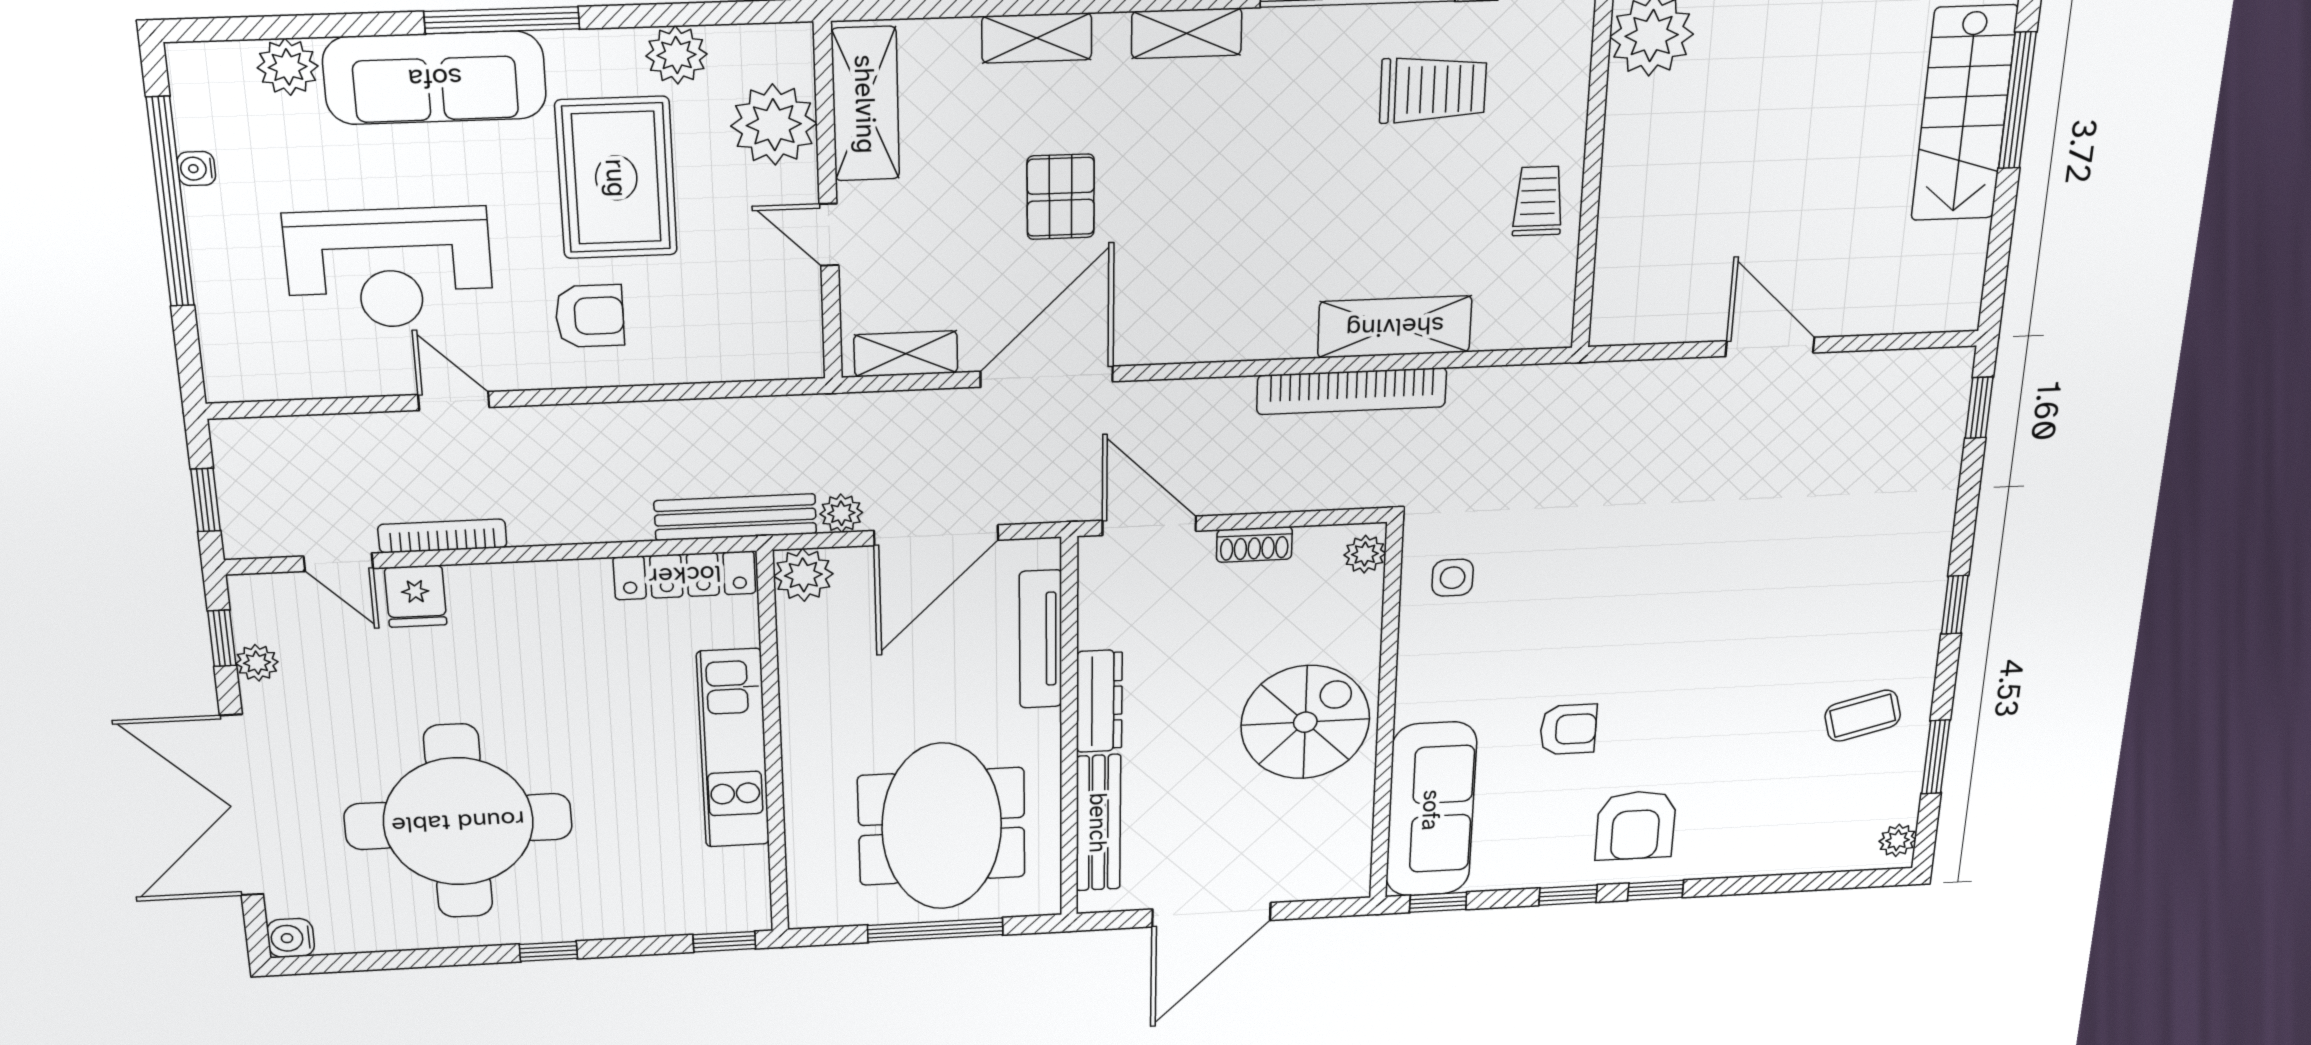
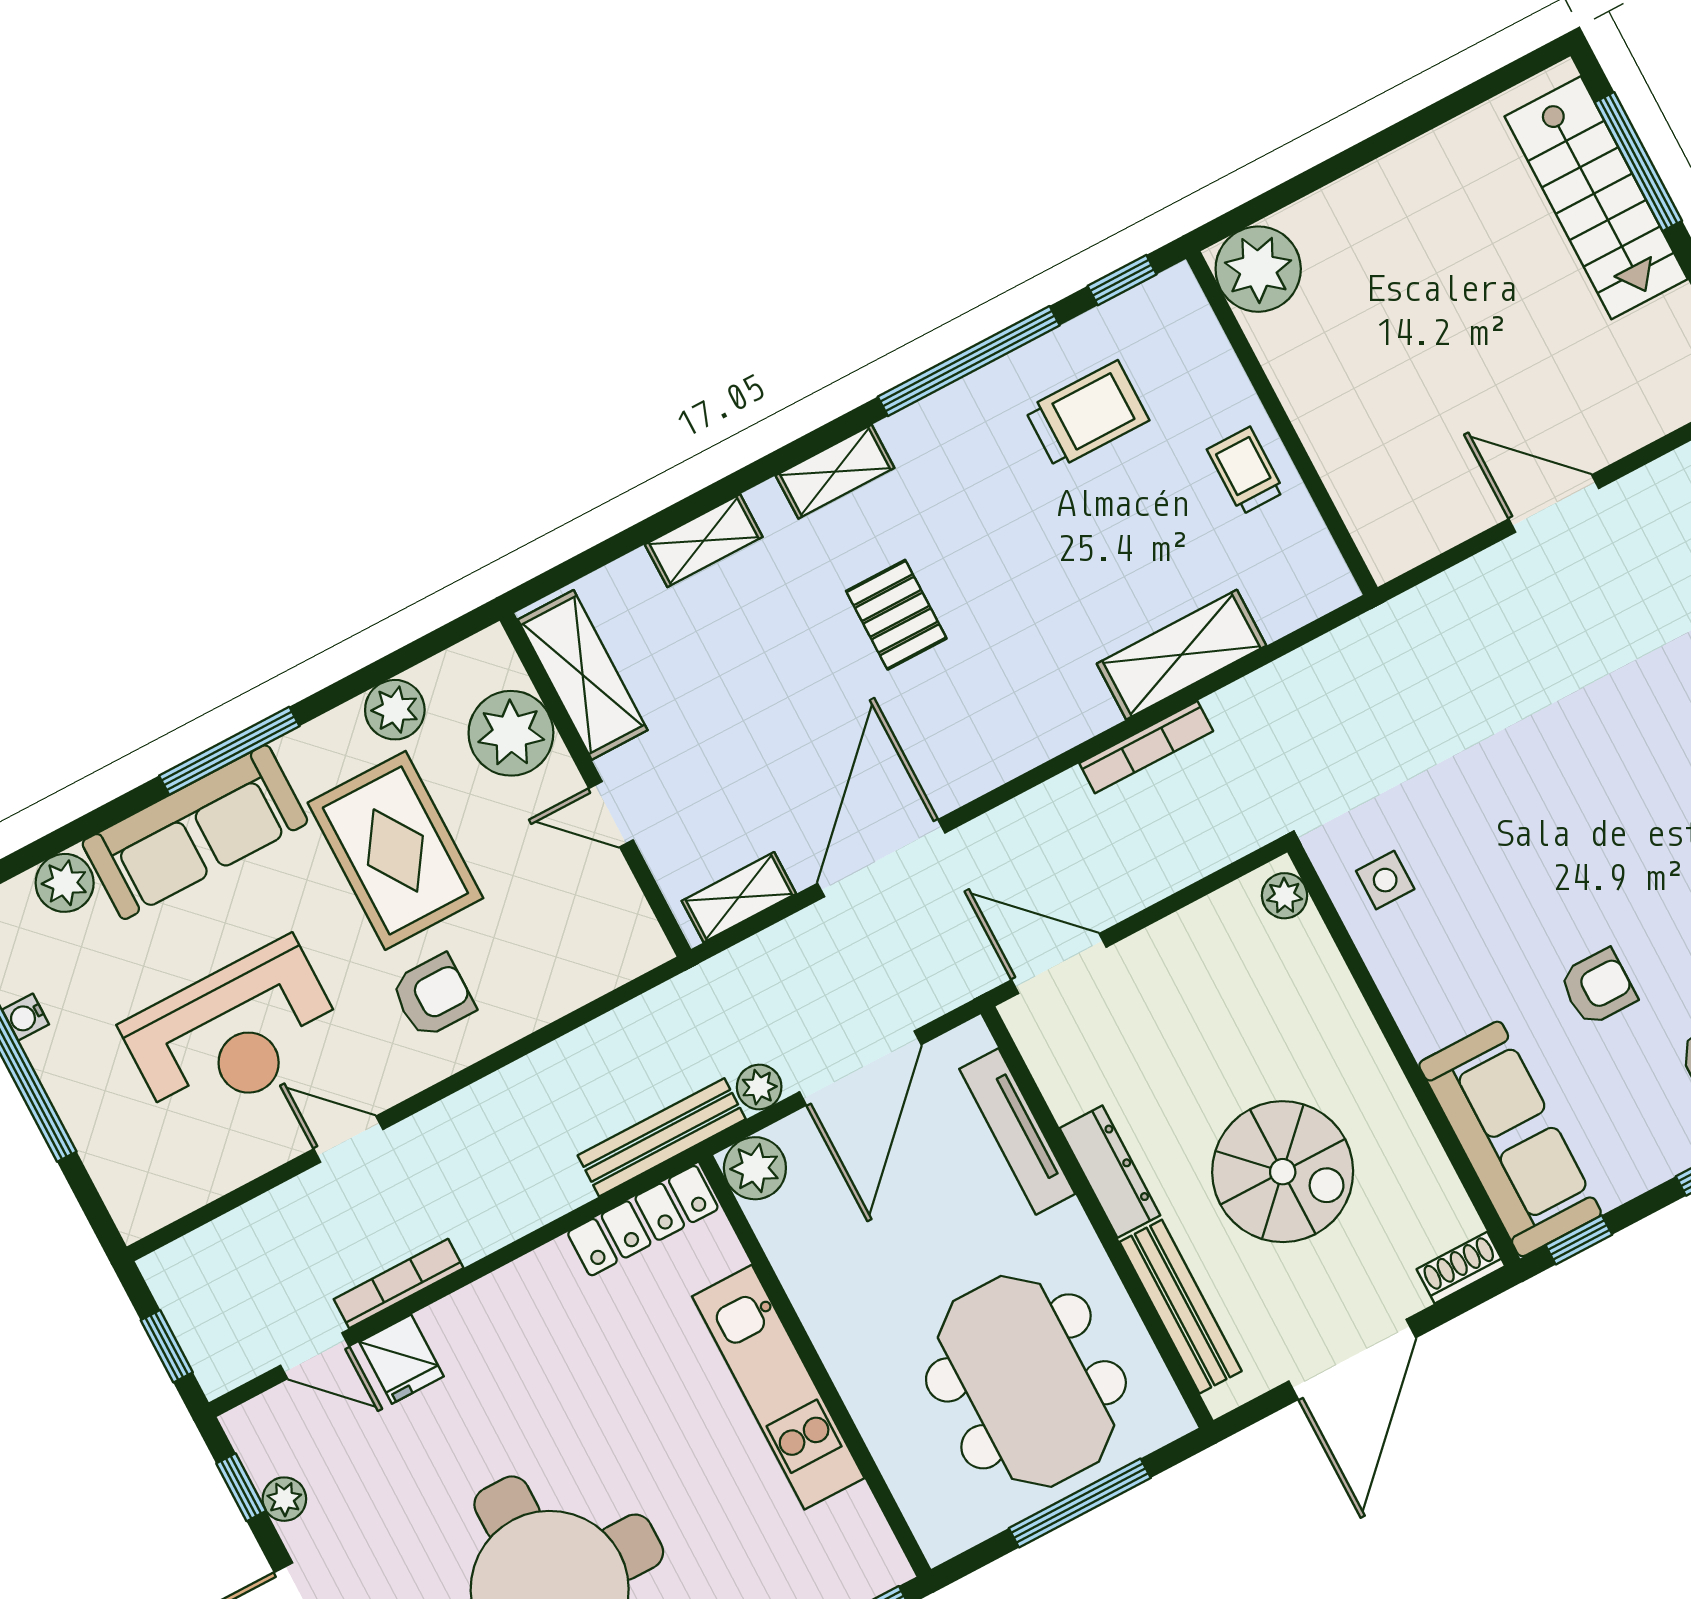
pallet: (1061, 197) -> (896, 615), moved
bookcase: (1352, 391) -> (1146, 747), width x0.68, depth x0.76
shoe rack: (1254, 544) -> (1461, 1268), moved, turned 180
spiral stairs: (1305, 722) -> (1283, 1172), moved, turned 90

